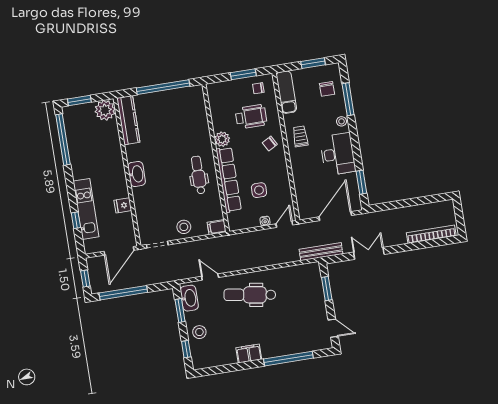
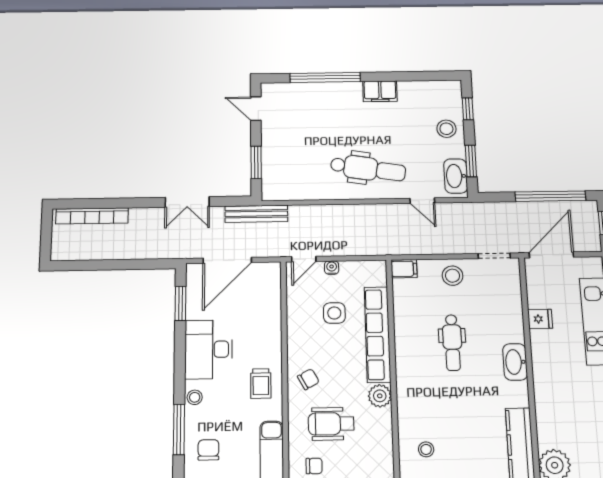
stool: (188, 109) -> (426, 449), added
dental chair: (198, 175) -> (452, 343), moved

